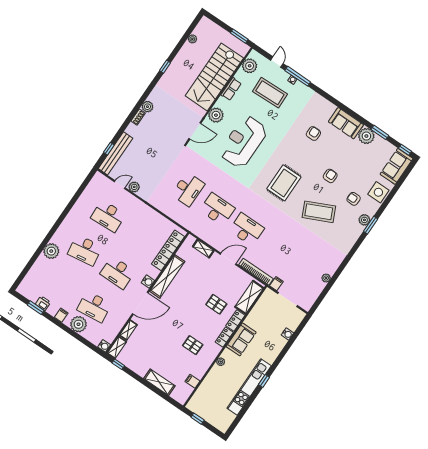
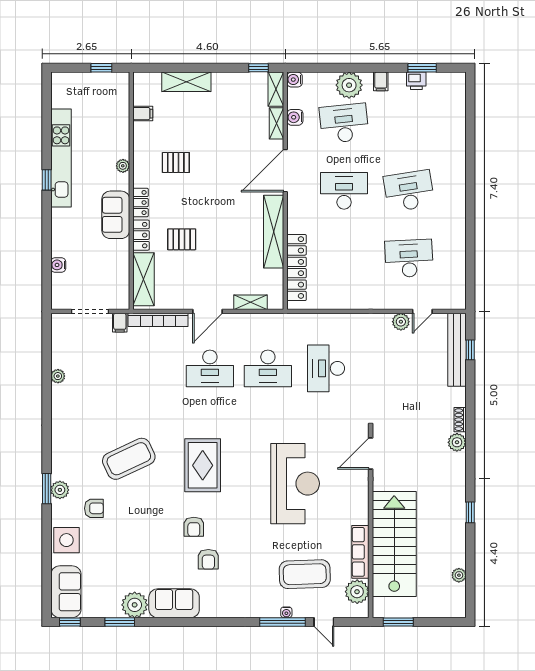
row of seats: (231, 89) -> (360, 552), width x1.48
plant: (216, 115) -> (357, 494), removed
armchair: (330, 176) -> (194, 527), moved
plant: (51, 251) -> (453, 159), removed
water cooler: (148, 282) -> (295, 117), moved

